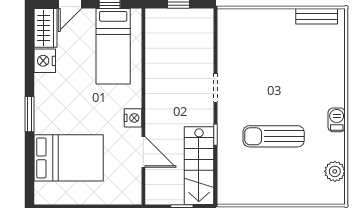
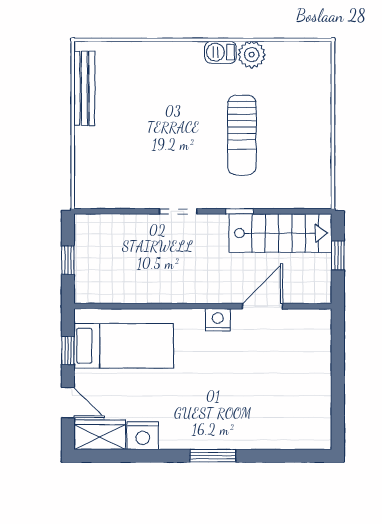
bench: (317, 16) -> (84, 88), width x1.36
bed: (69, 158) -> (270, 404), removed
plant: (335, 171) -> (252, 55), moved

